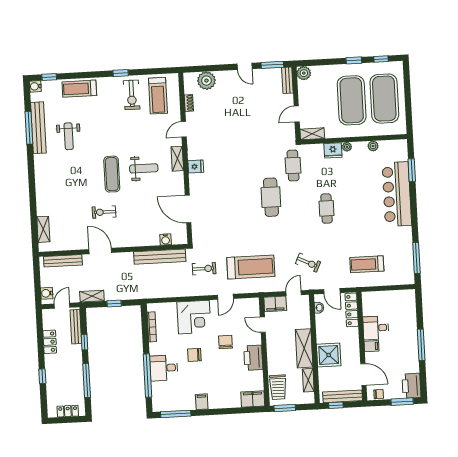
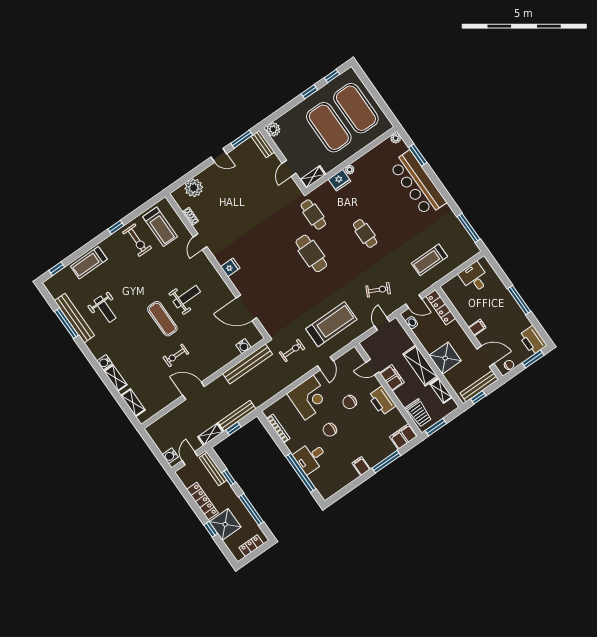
water cooler: (35, 86) -> (104, 362), moved
plant: (373, 146) -> (396, 138), moved
shelving: (177, 159) -> (115, 378), moved
bench: (63, 261) -> (237, 416), moved
filing cabinet: (275, 304) -> (392, 378), moved, turned -90
desk: (376, 328) -> (474, 278), moved, turned 90
locker: (50, 342) -> (202, 501), width x1.53
chair: (225, 342) -> (350, 402), turned -91
shower: (57, 380) -> (225, 524), added
window: (176, 414) -> (386, 462), moved

